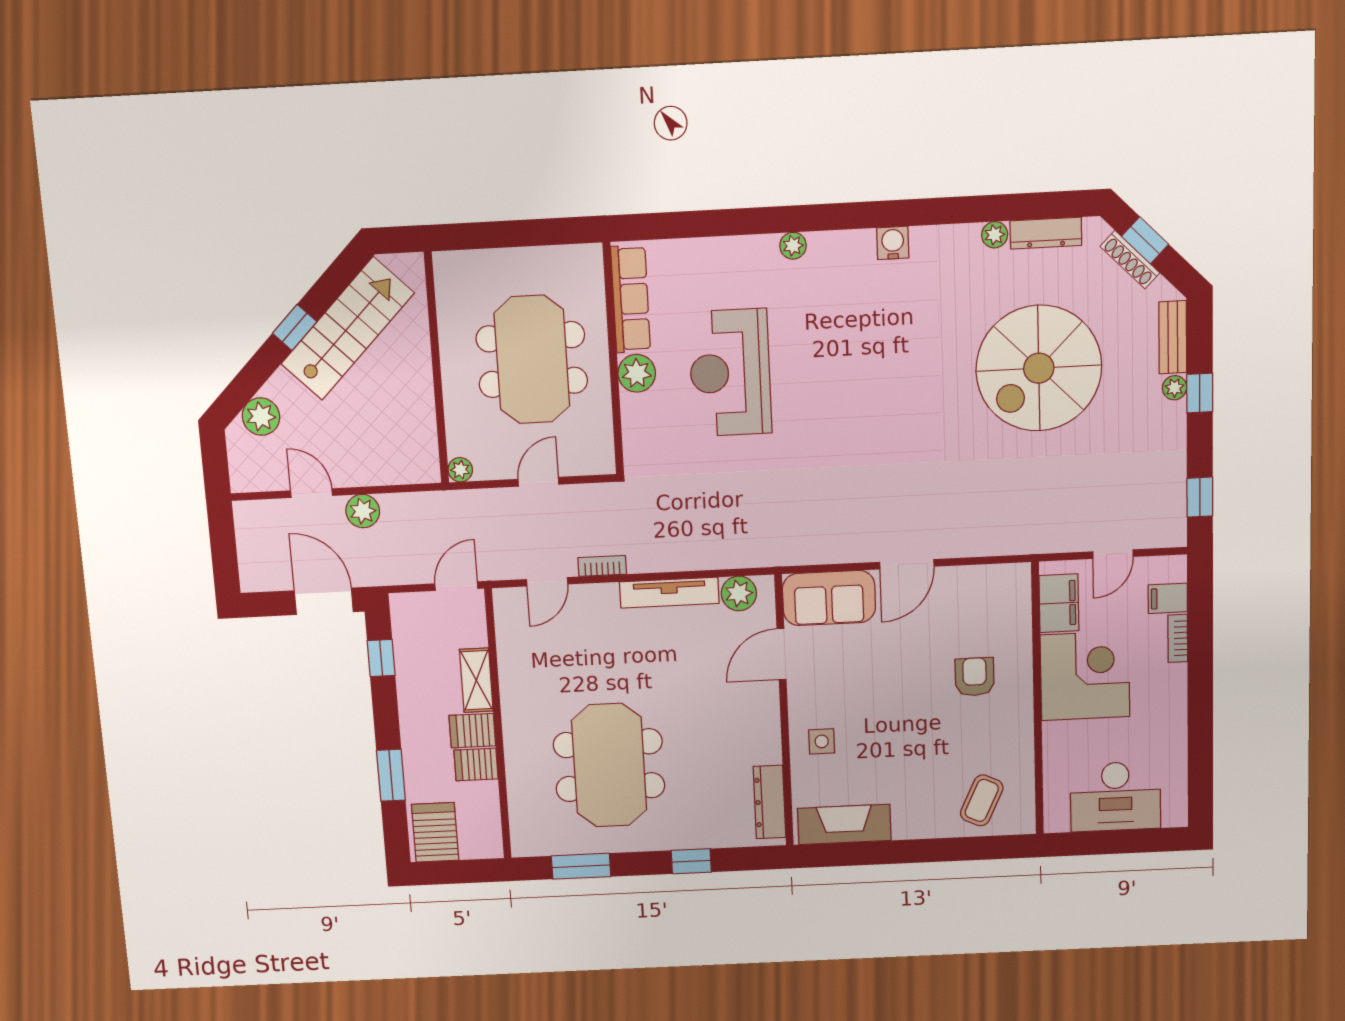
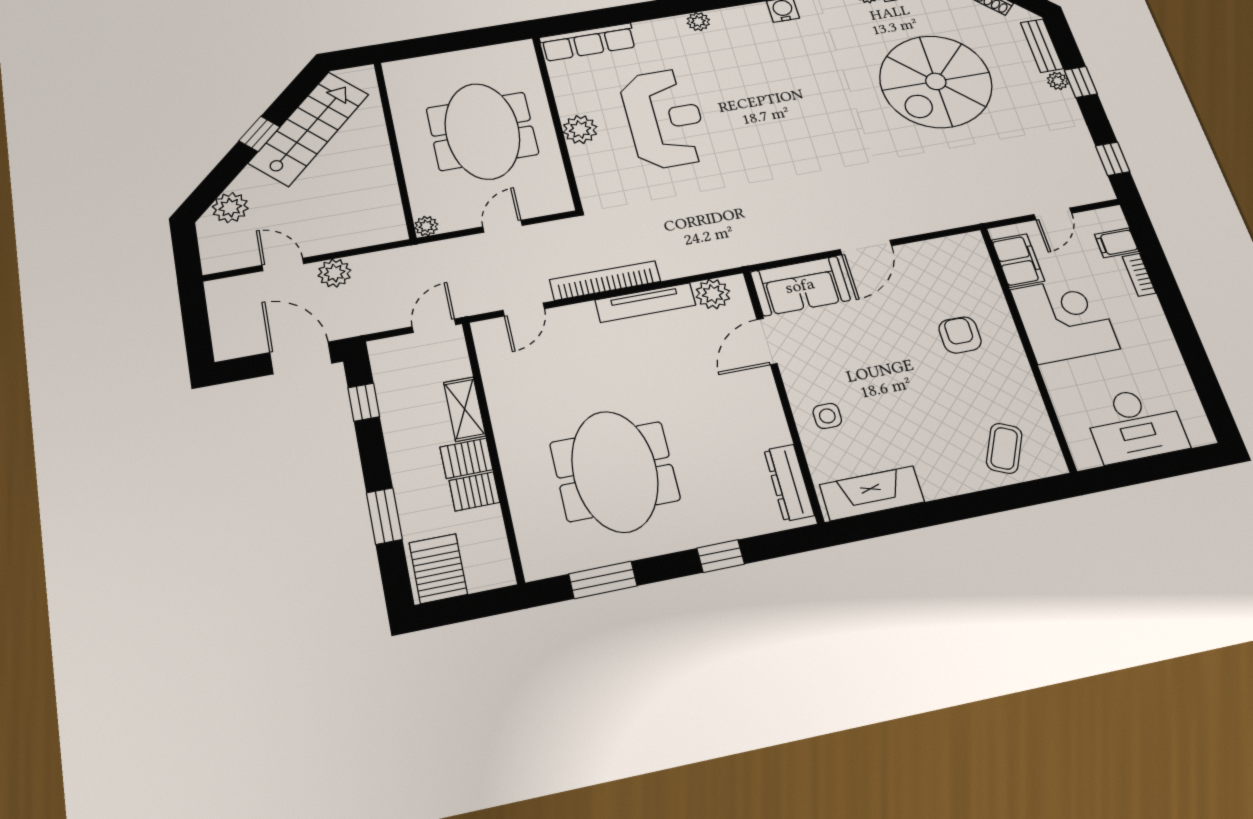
row of seats: (631, 299) -> (588, 42), moved, turned 90
reception desk: (730, 373) -> (664, 119), turned 180
bookcase: (602, 566) -> (605, 281), width x2.31, depth x1.31

